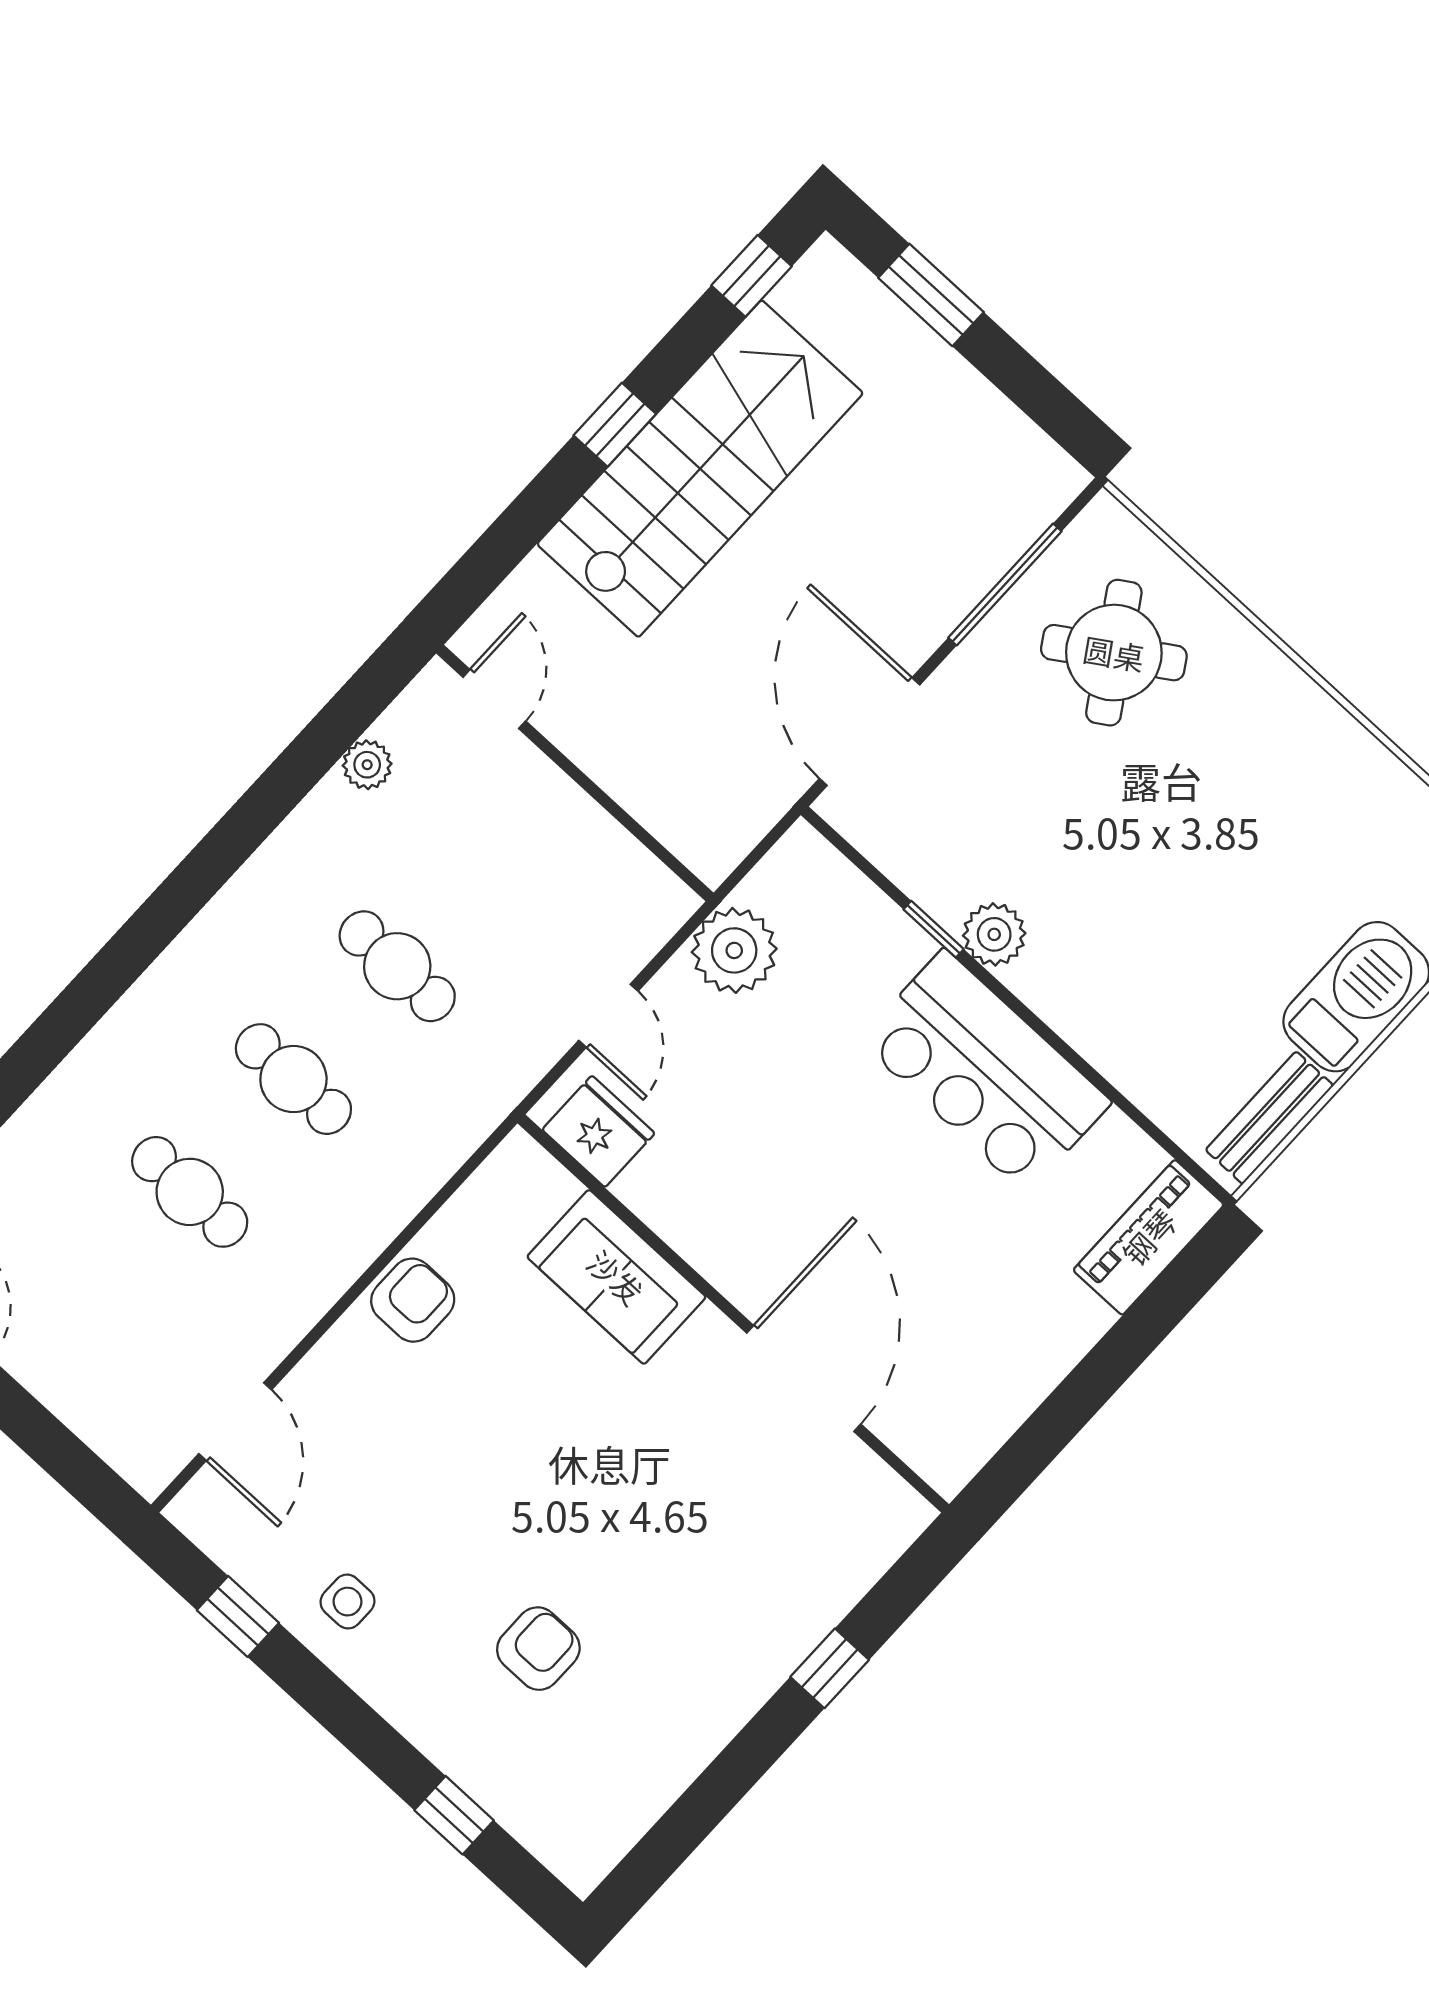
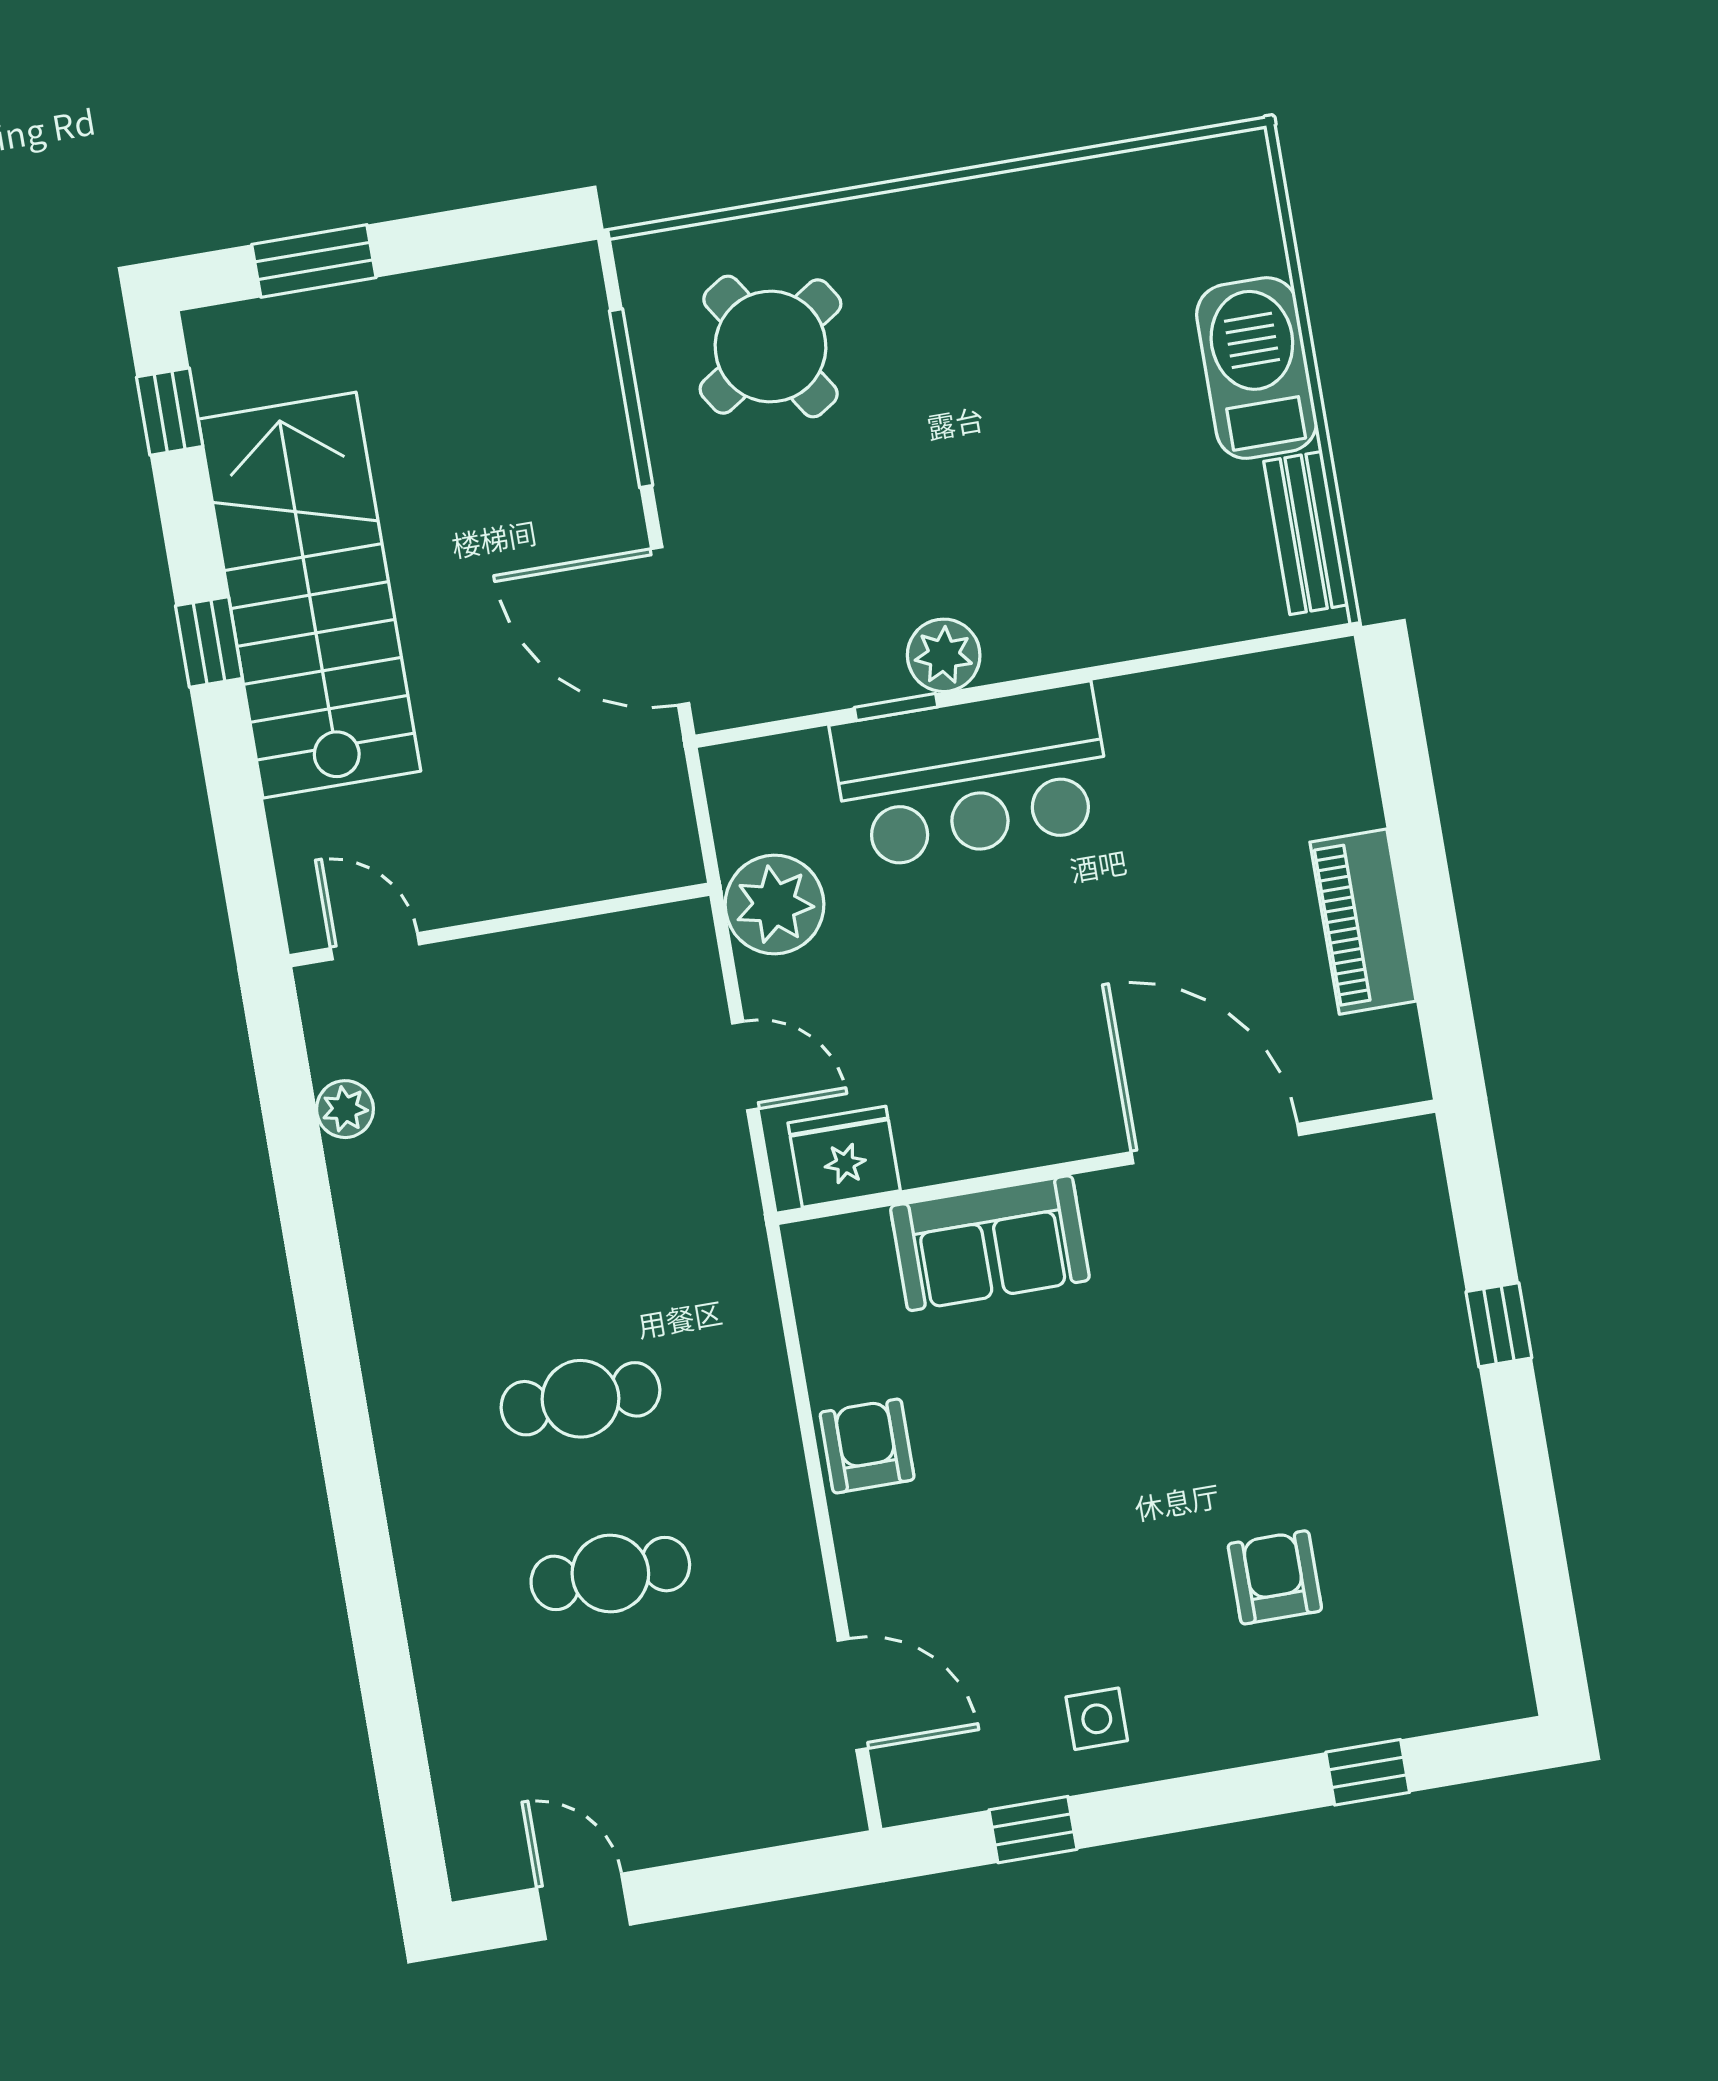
cafe table: (397, 966) -> (551, 1224), removed
bar counter: (985, 1071) -> (972, 776), moved
piano: (1149, 1237) -> (1363, 922), moved

